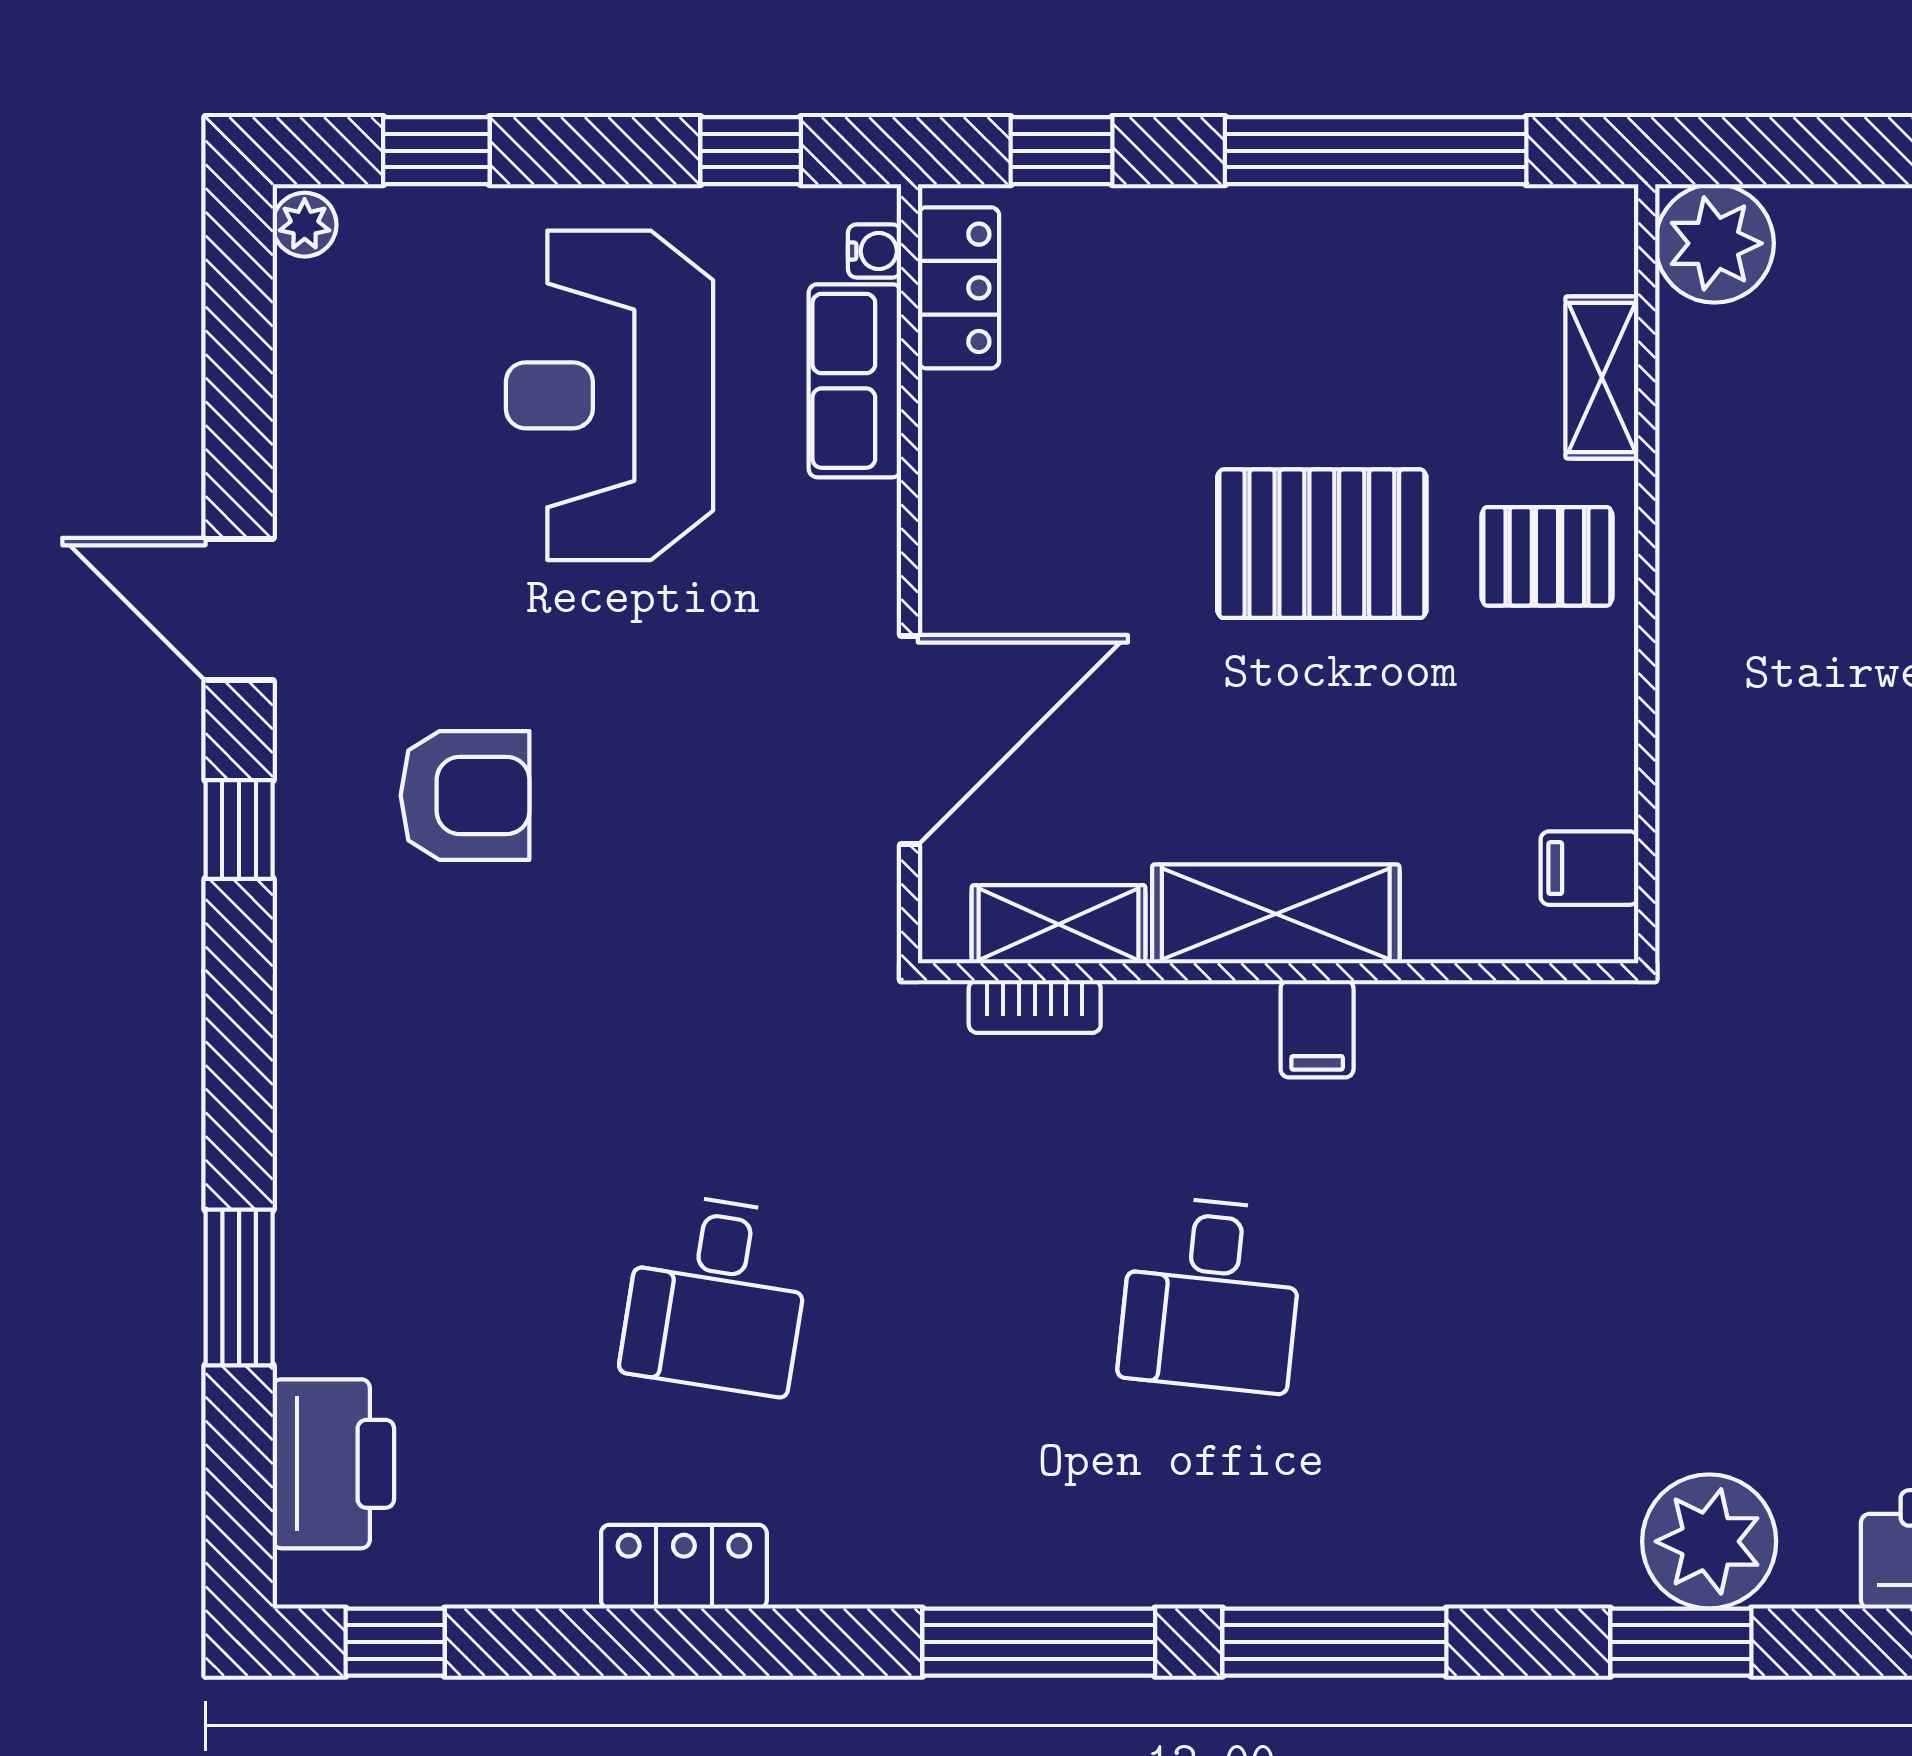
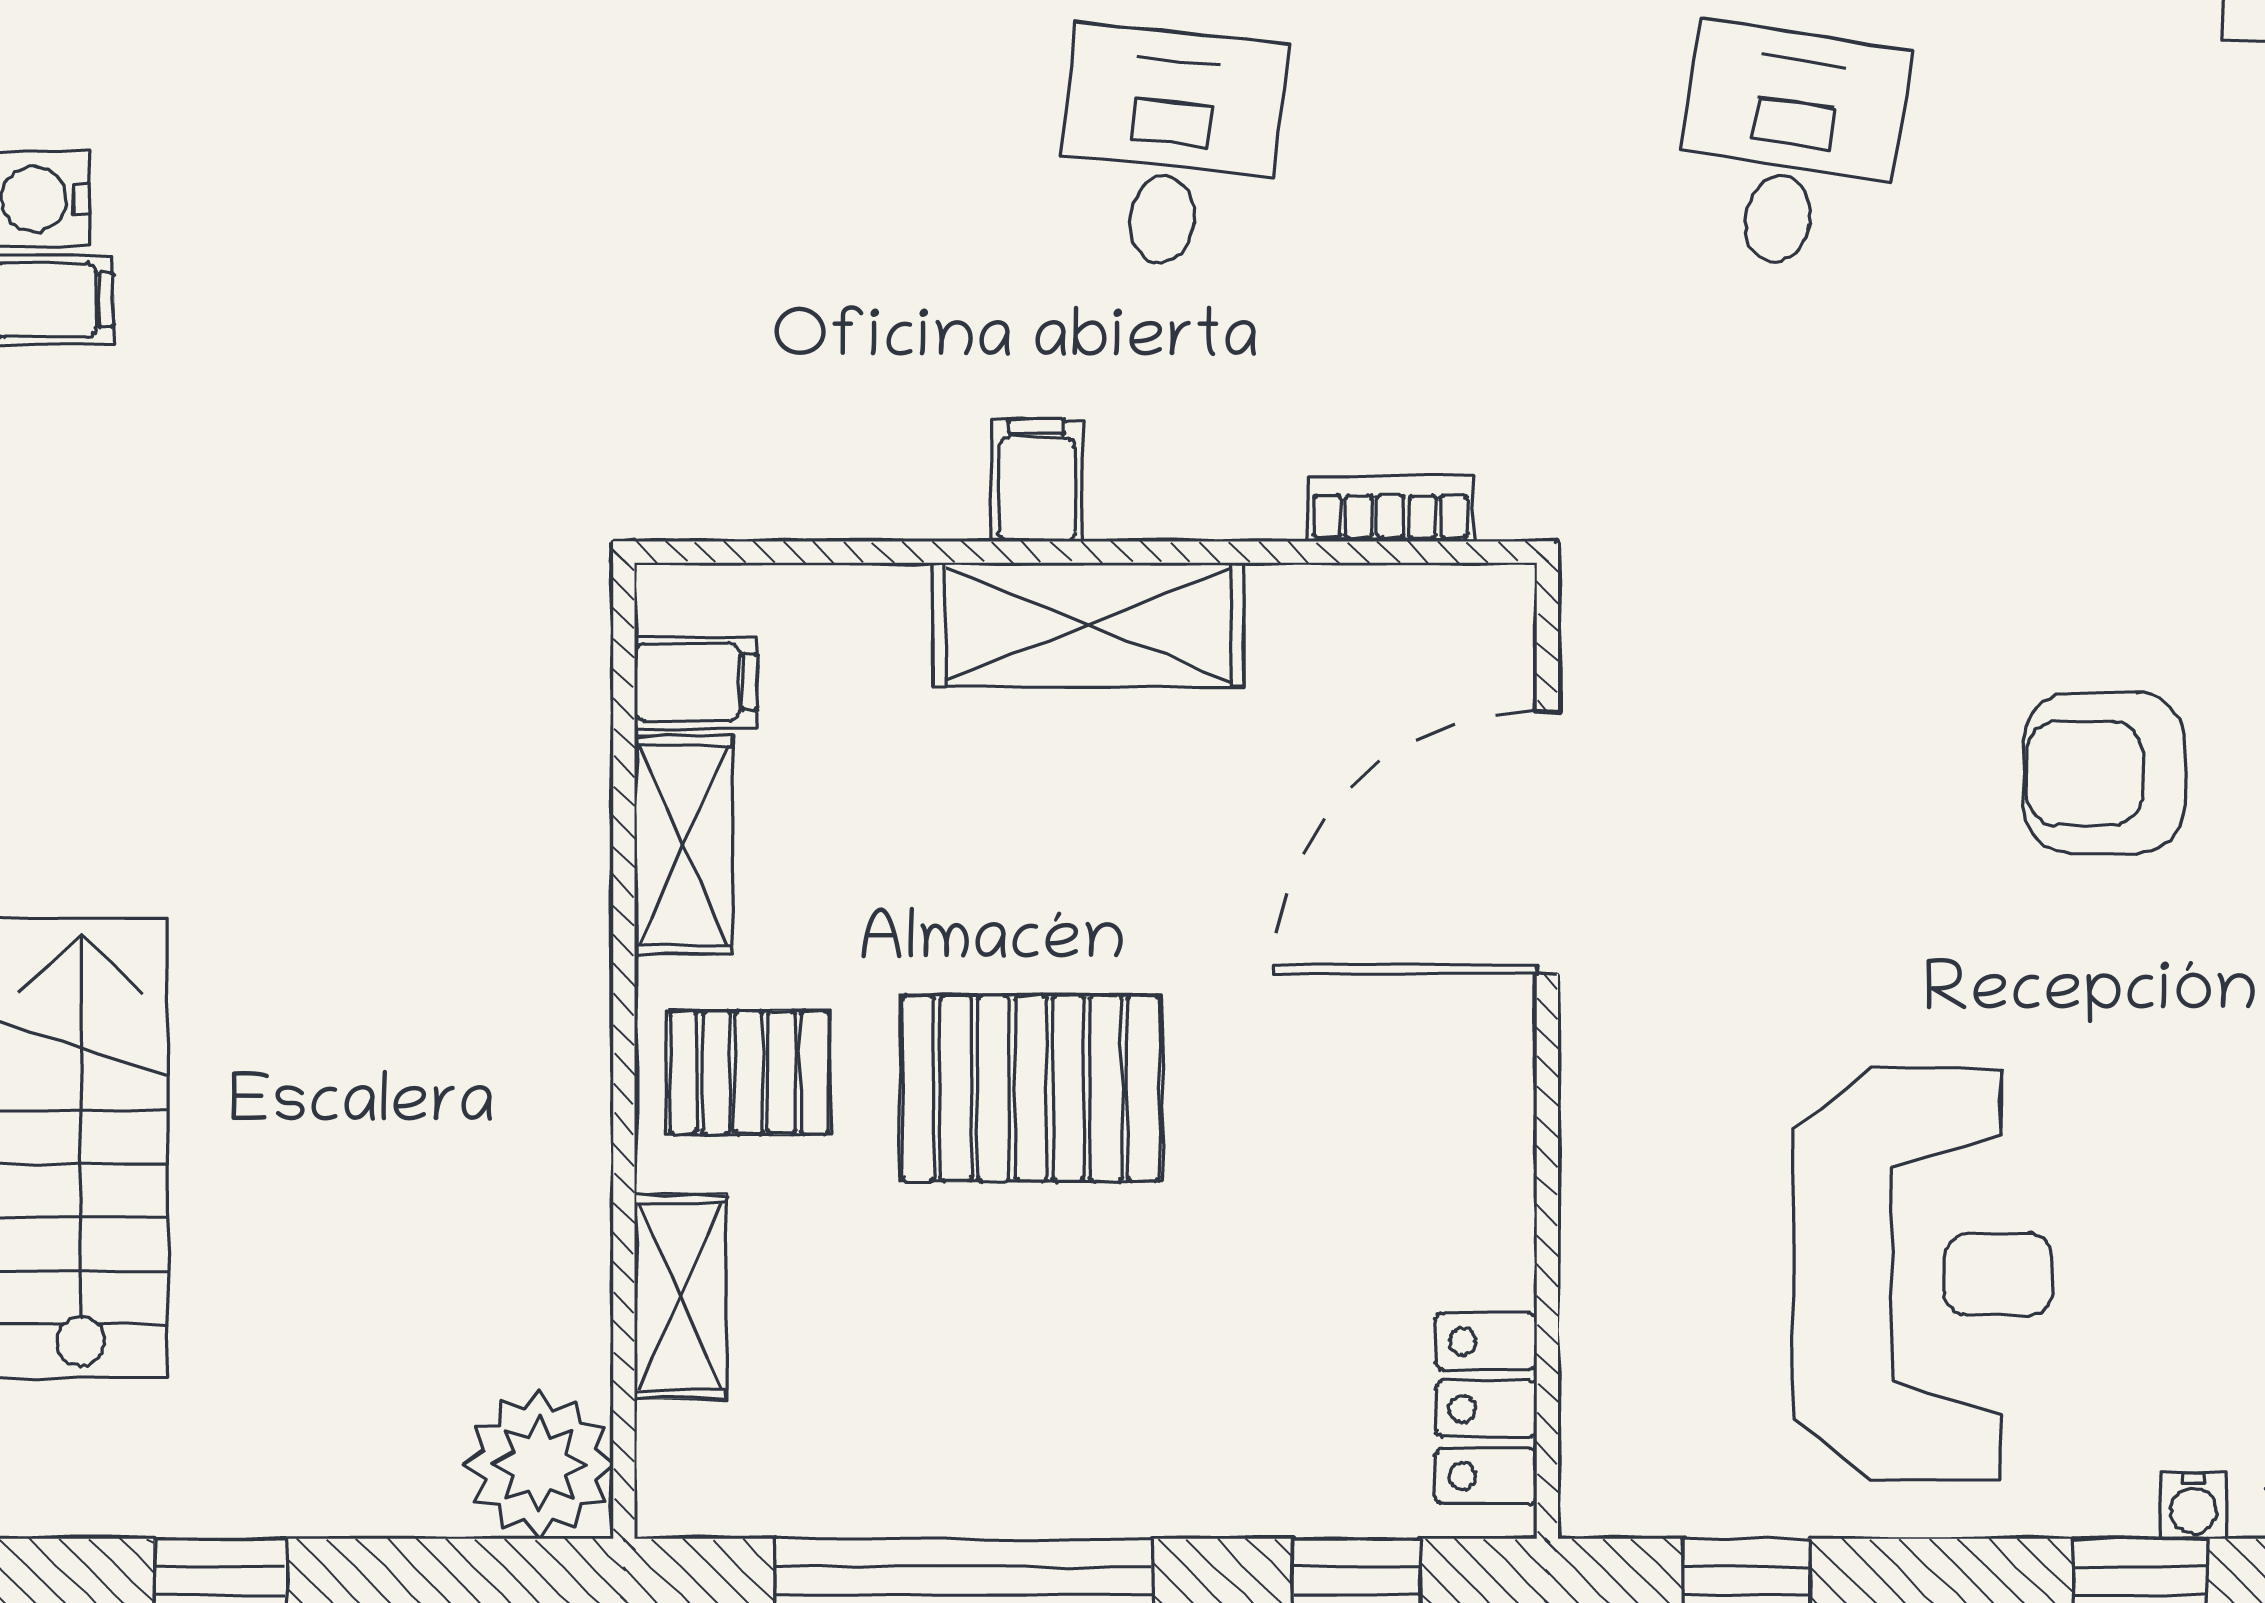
water cooler: (874, 251) -> (2193, 1505), moved, turned -90
row of seats: (855, 381) -> (1616, 1292), removed
shelving: (1058, 924) -> (683, 845), moved, turned 90

